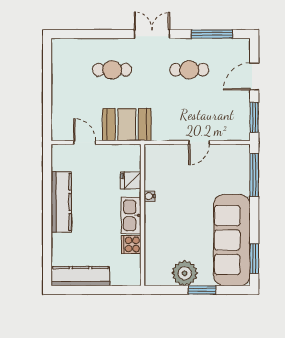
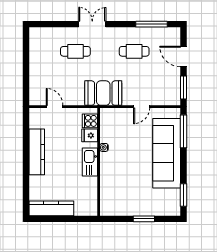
double door: (152, 34) -> (92, 24), moved
door: (254, 77) -> (184, 56), hinge flipped
booth: (127, 125) -> (103, 93), moved
sofa: (232, 240) -> (167, 153), moved
cooker: (131, 244) -> (90, 121), moved
plant: (185, 273) -> (131, 206), removed

